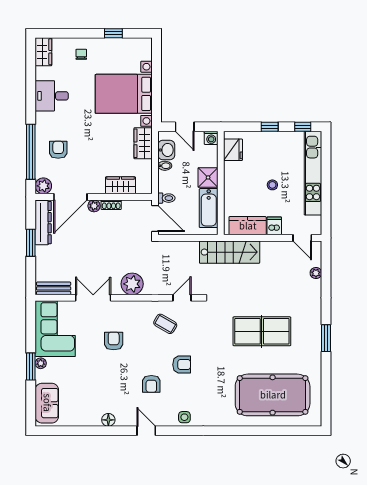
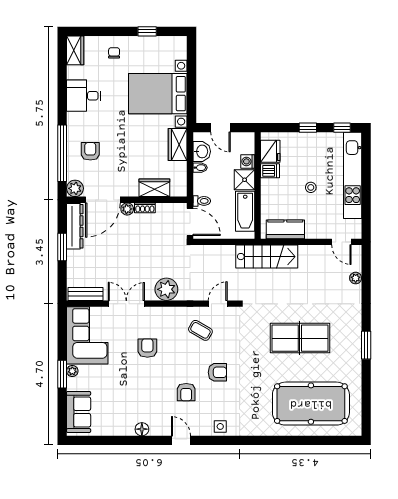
washing machine: (211, 138) -> (248, 161), moved, turned 90
dishwasher: (274, 226) -> (270, 171), moved, turned 90

